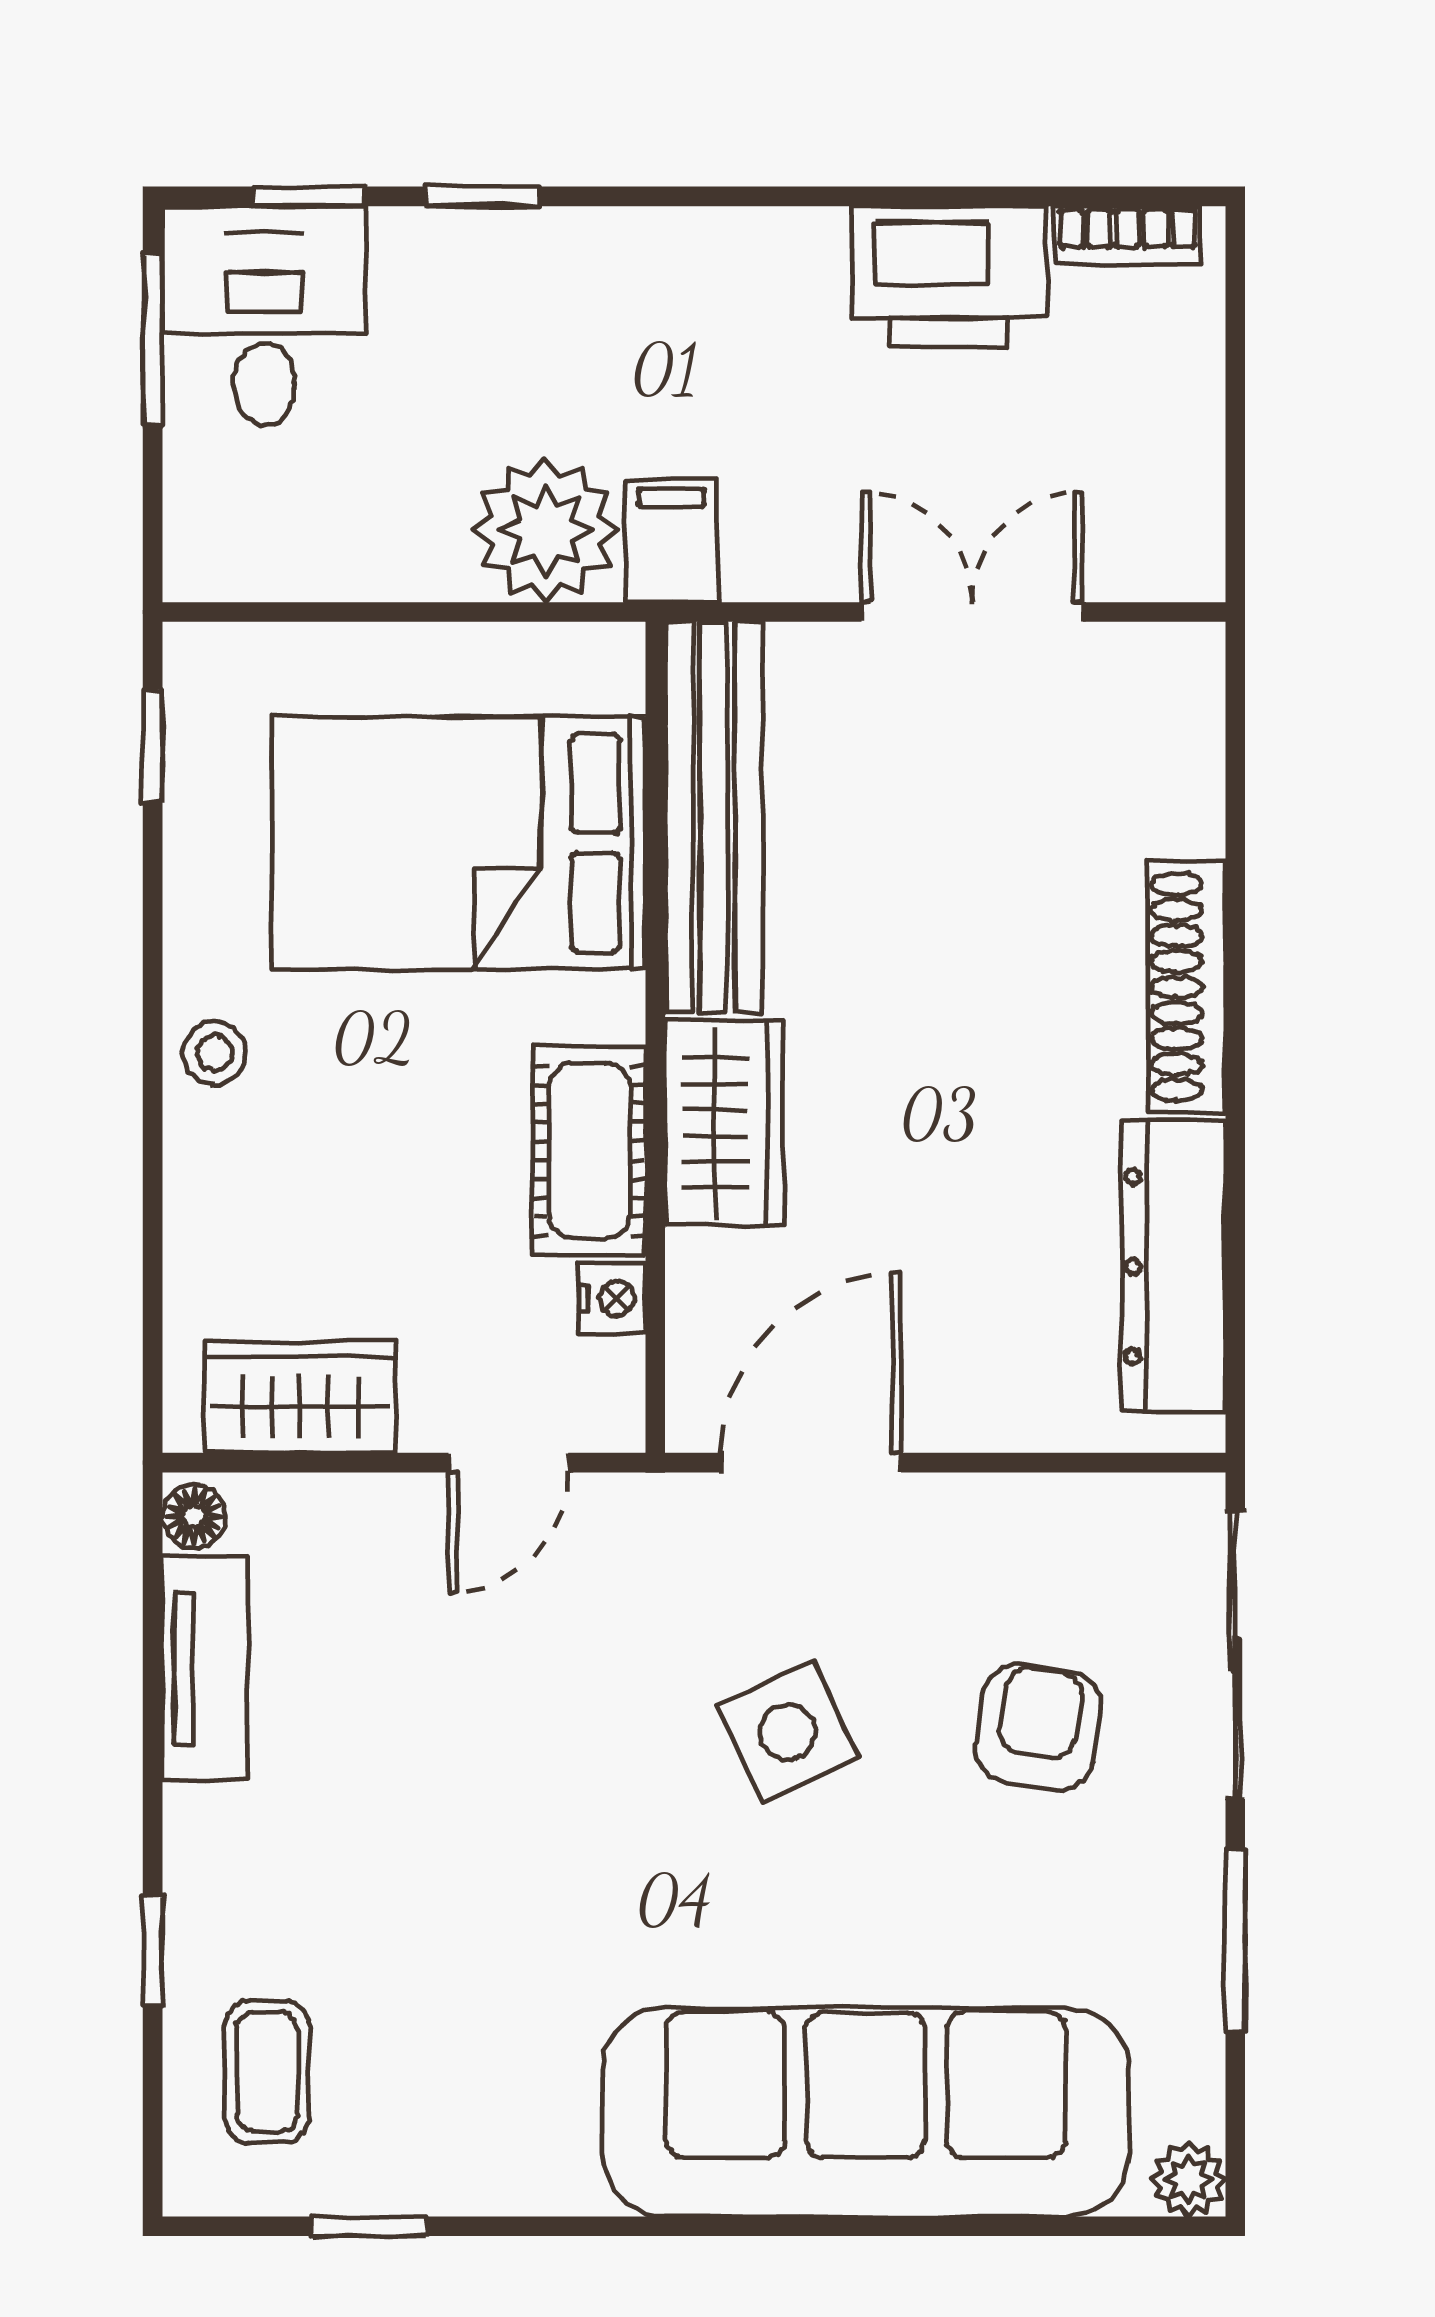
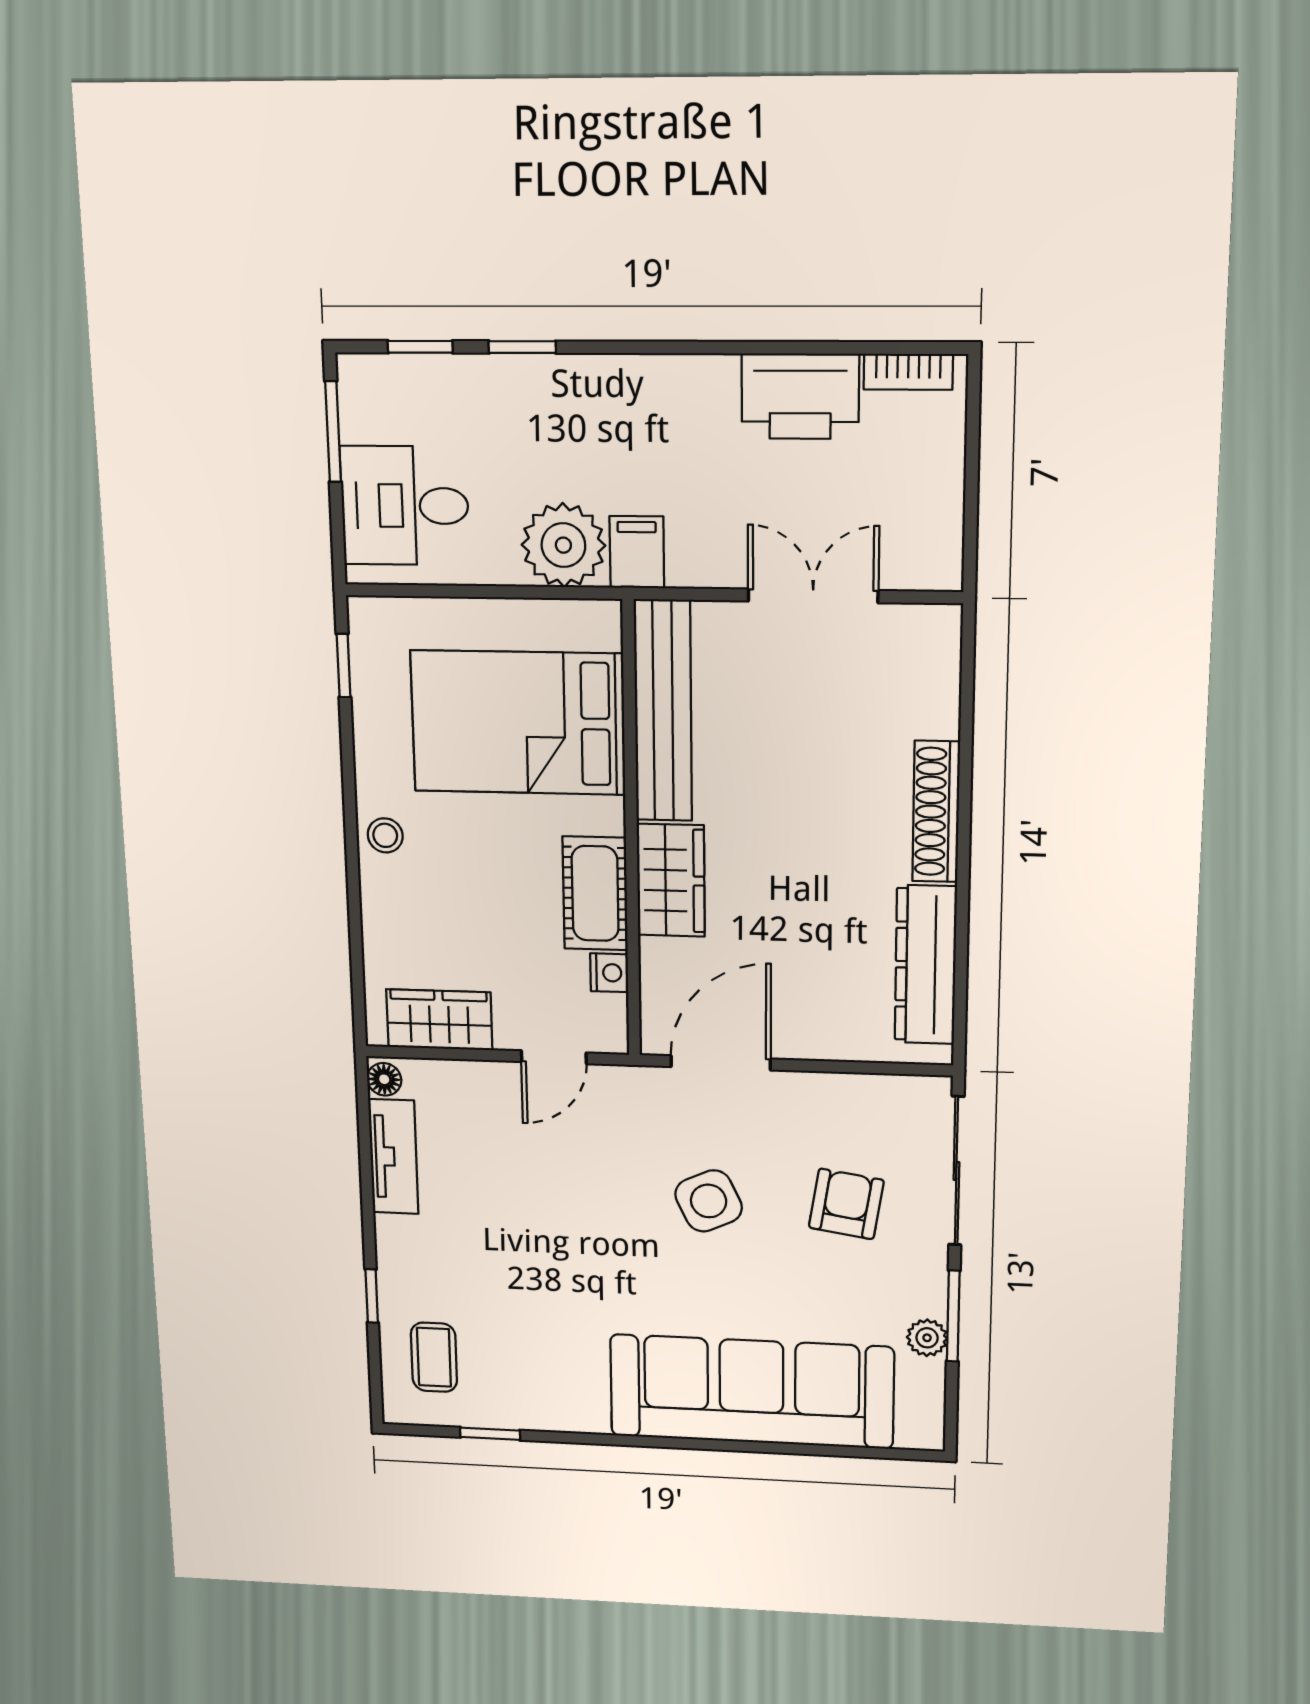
desk: (264, 316) -> (405, 506), moved, turned -90
plant: (1188, 2179) -> (927, 1338), moved

